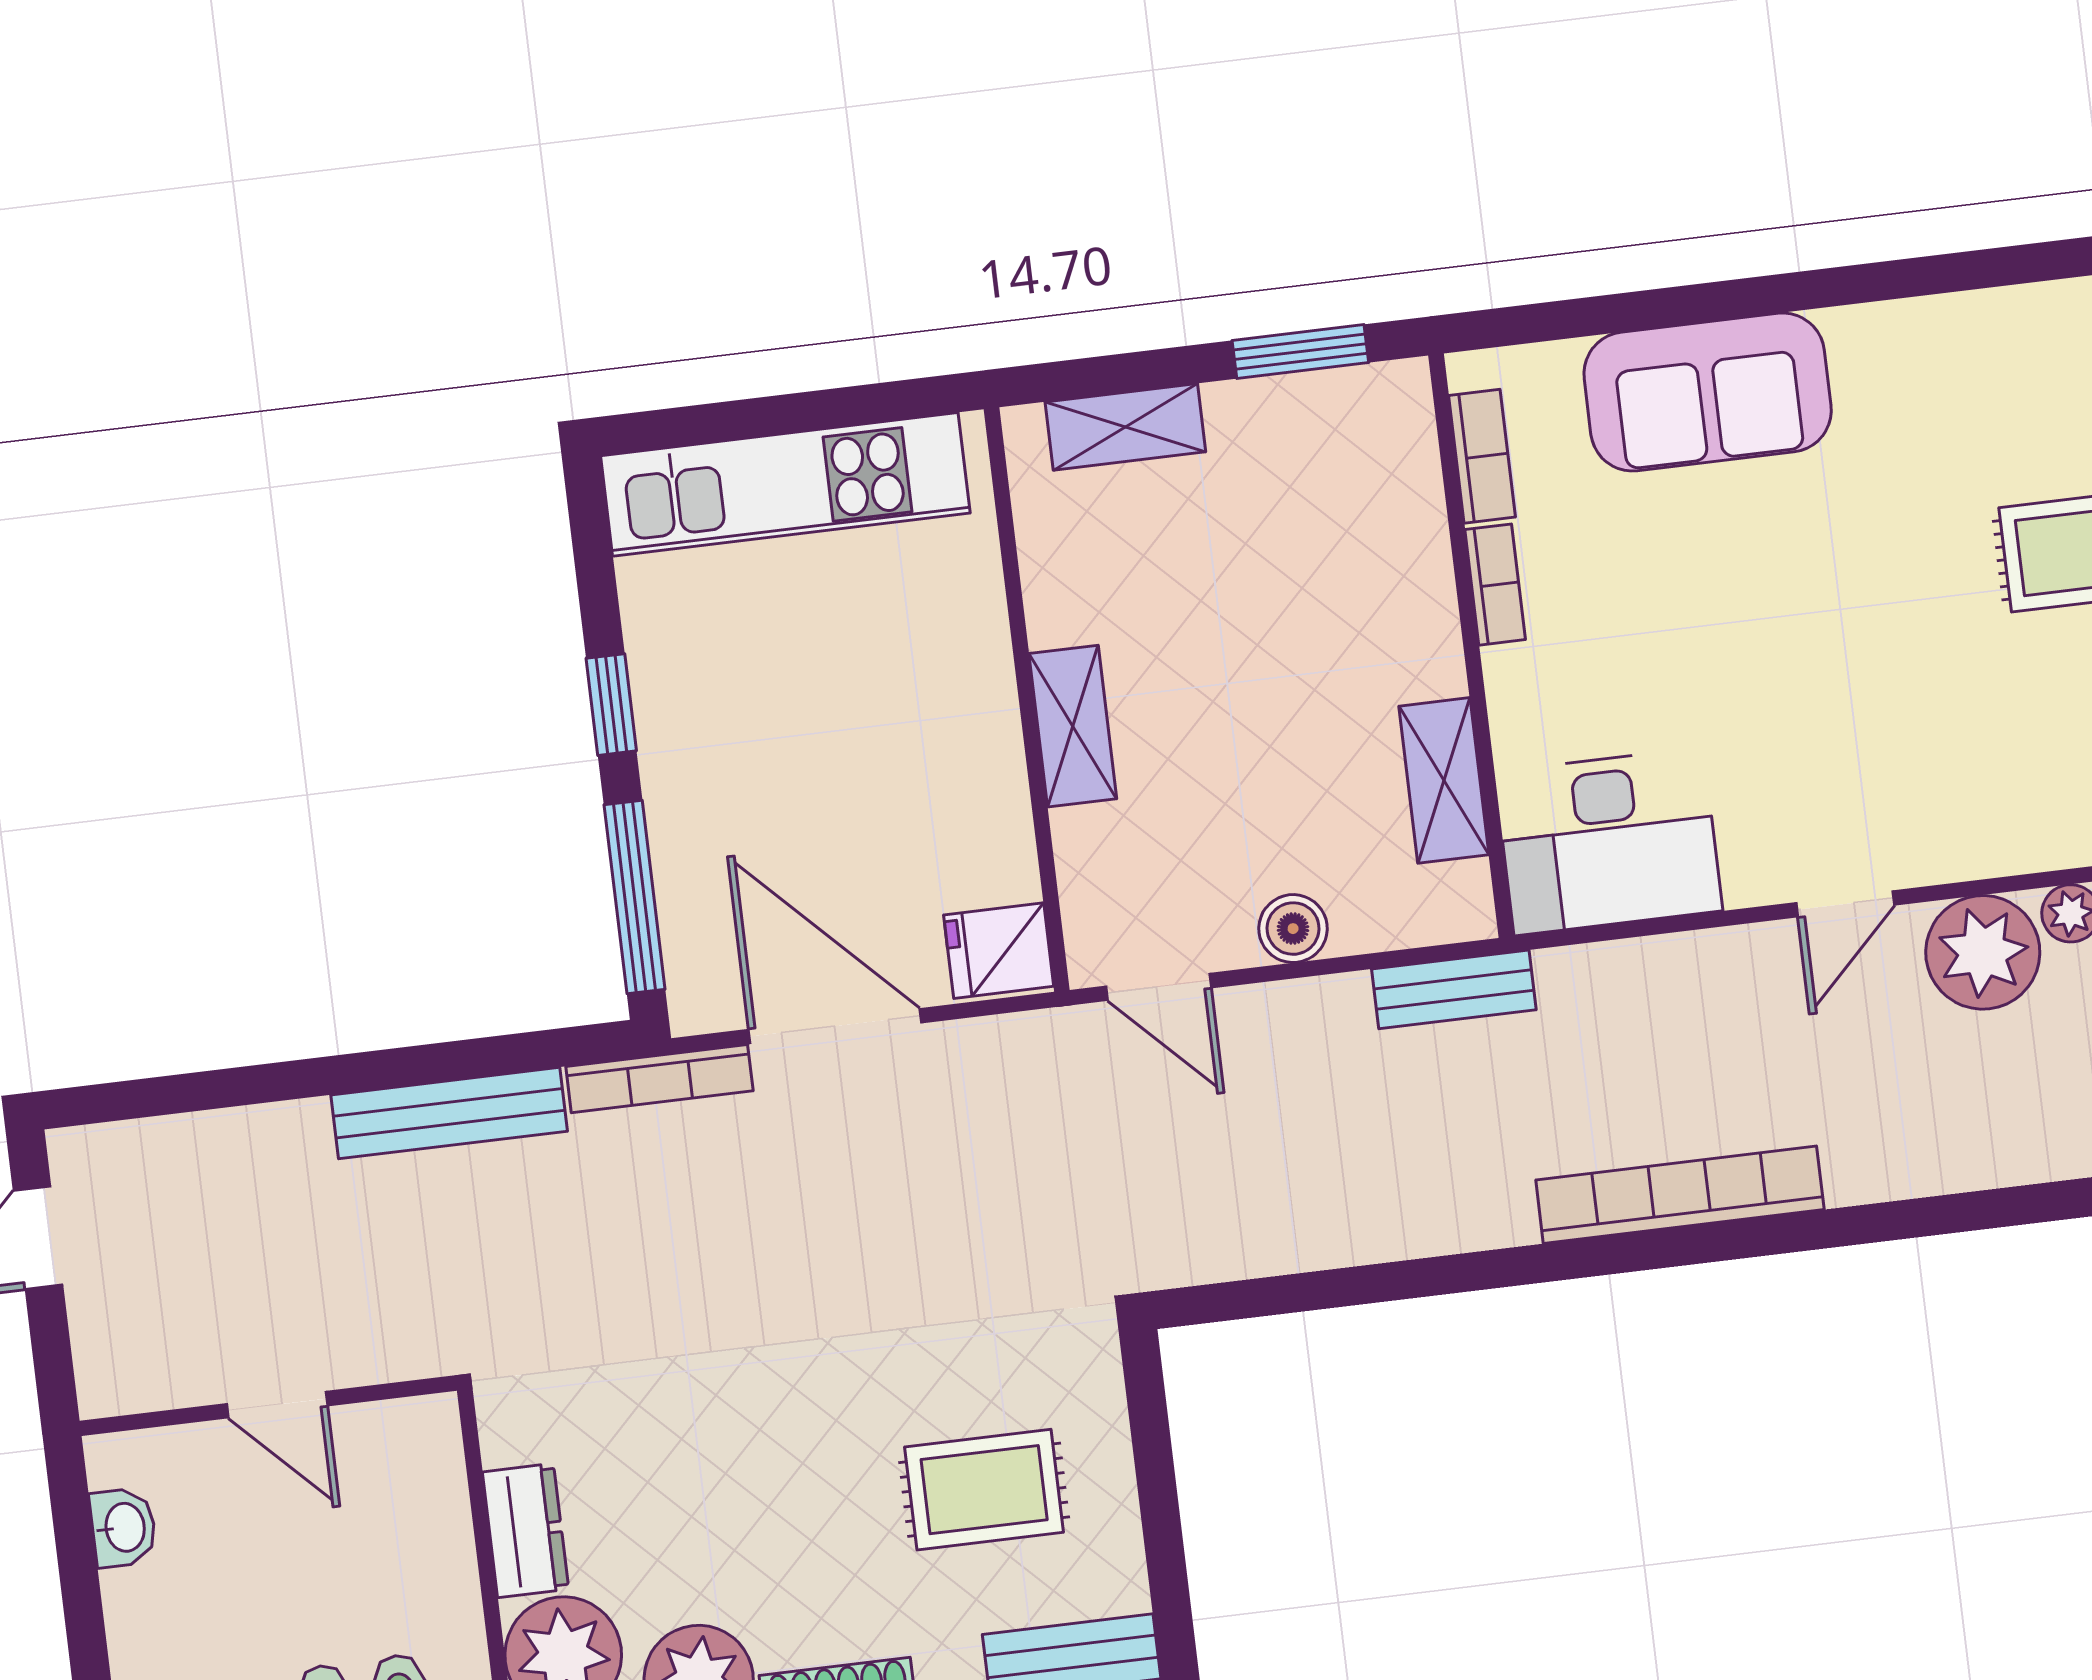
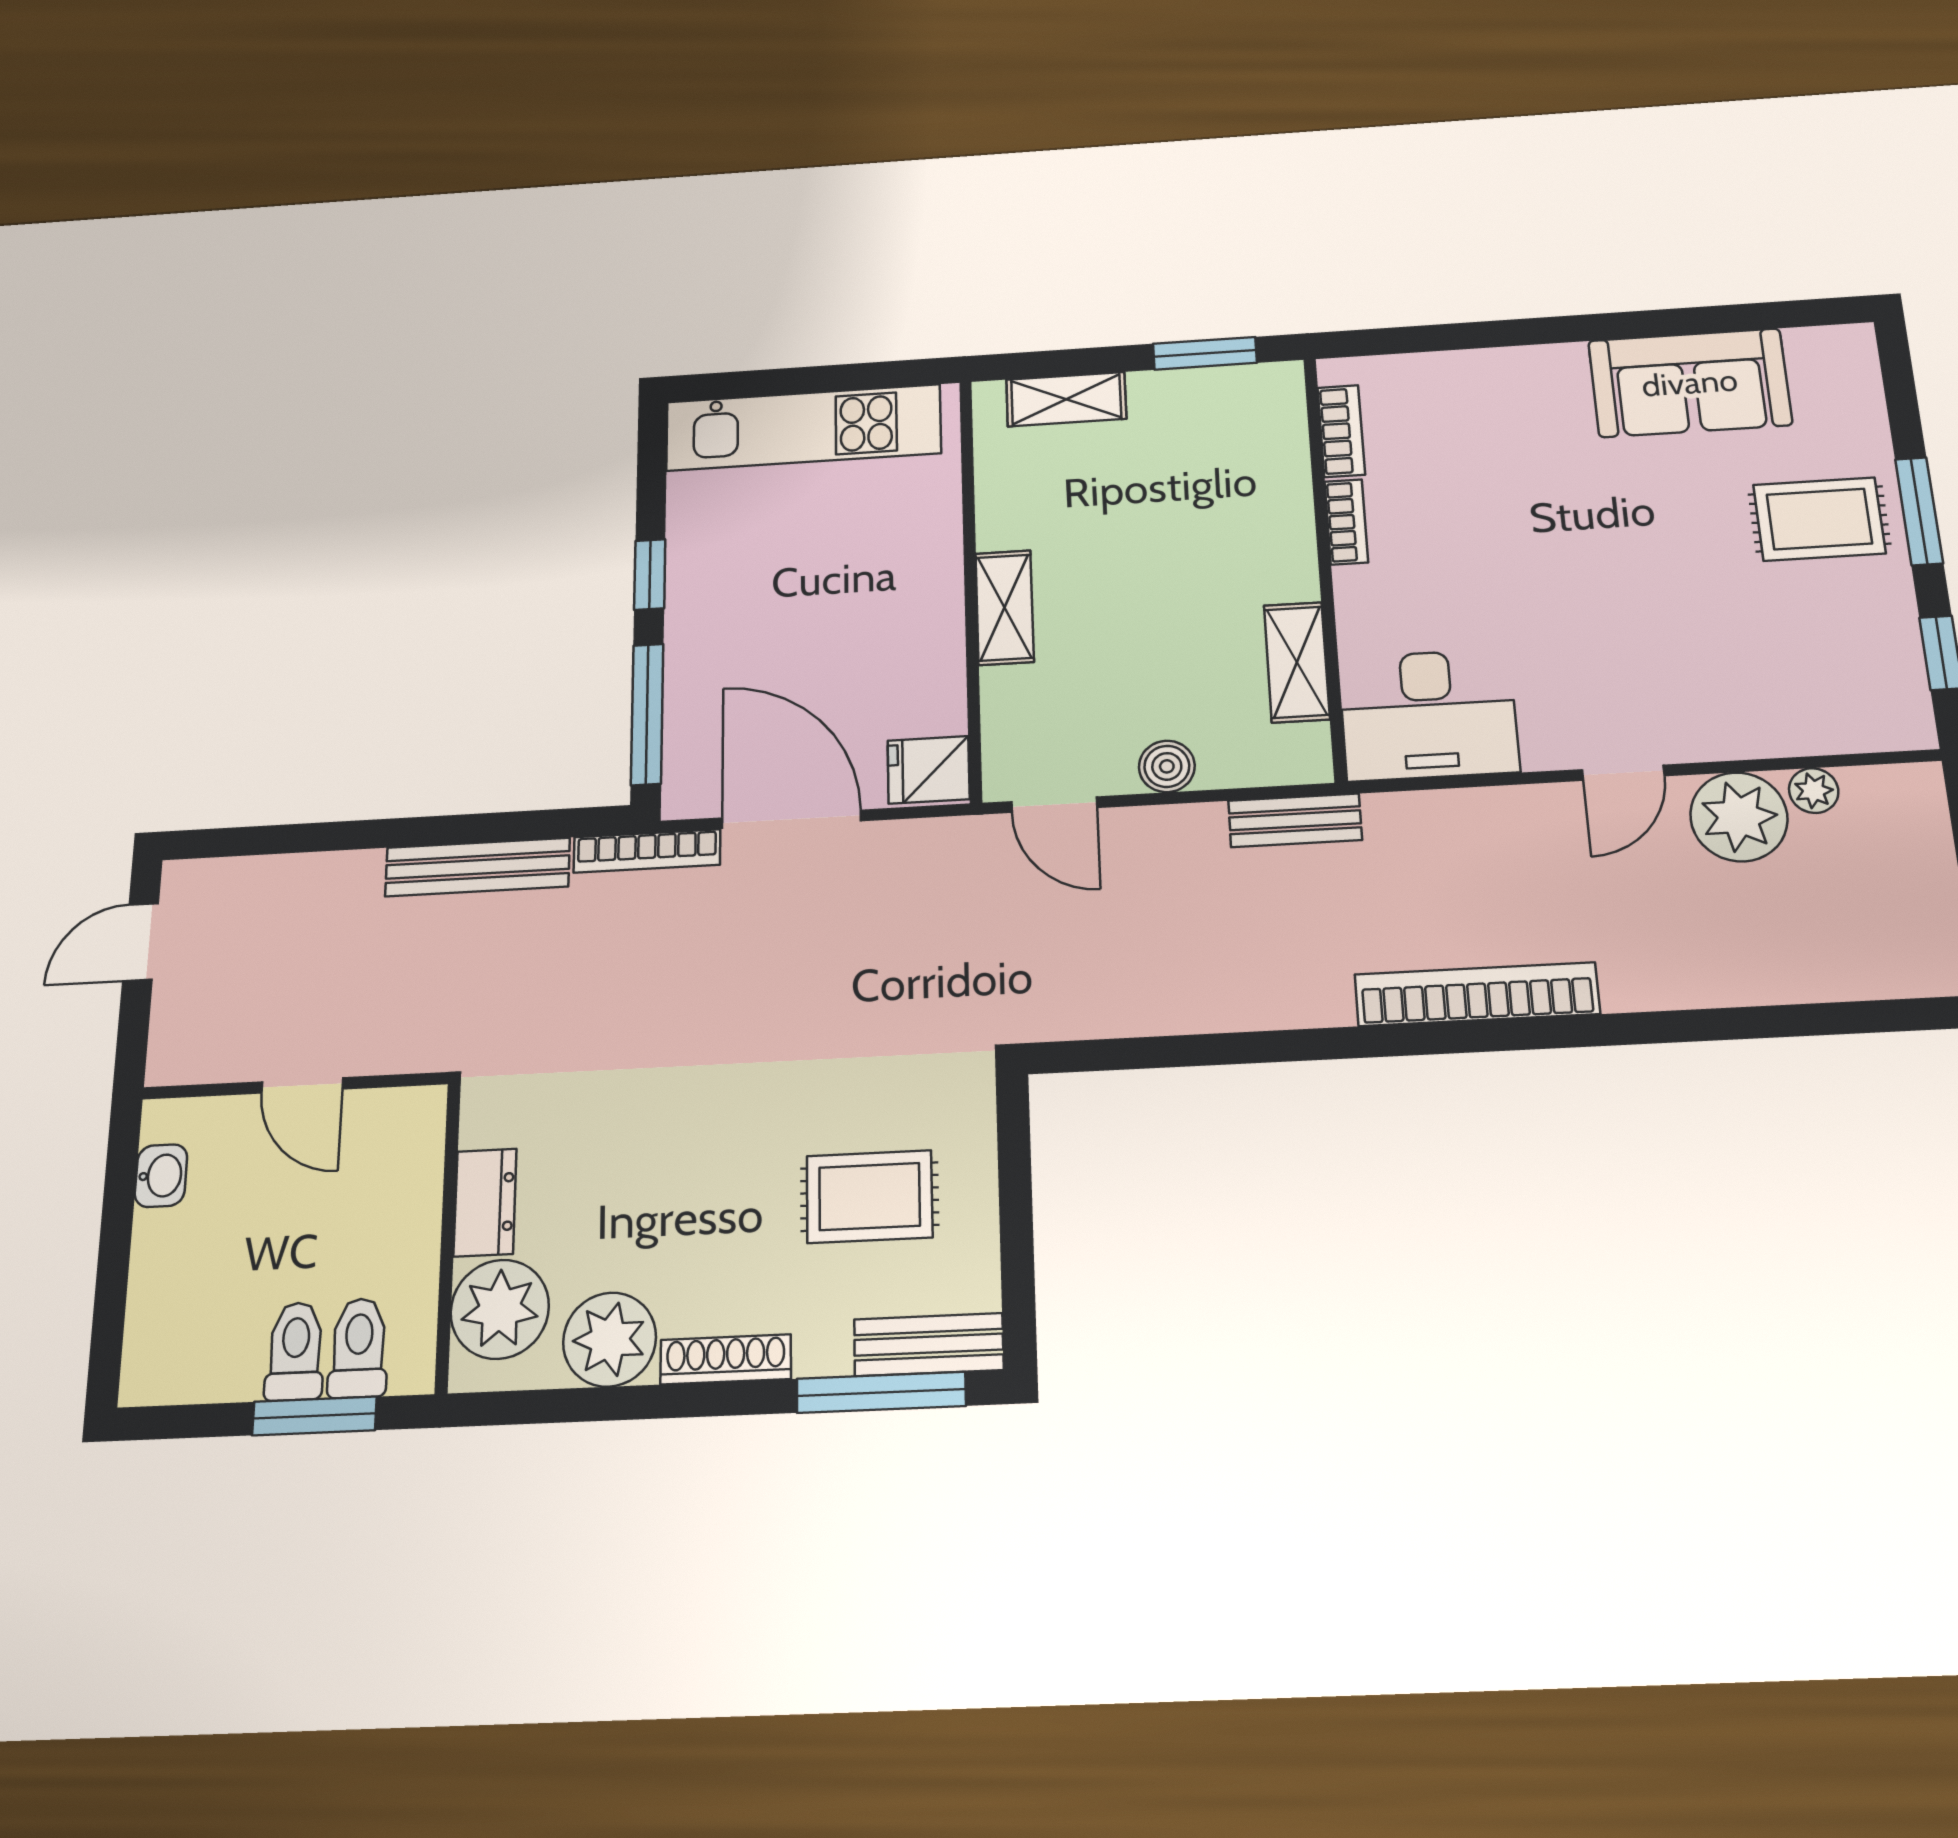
sofa: (1708, 392) -> (1690, 383), moved

